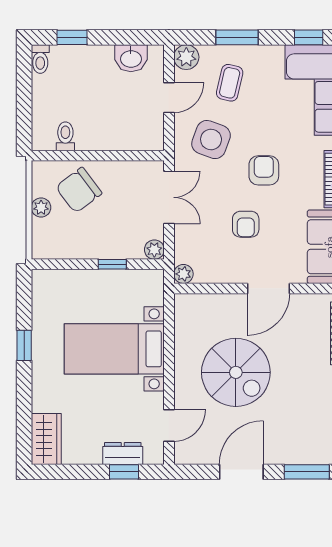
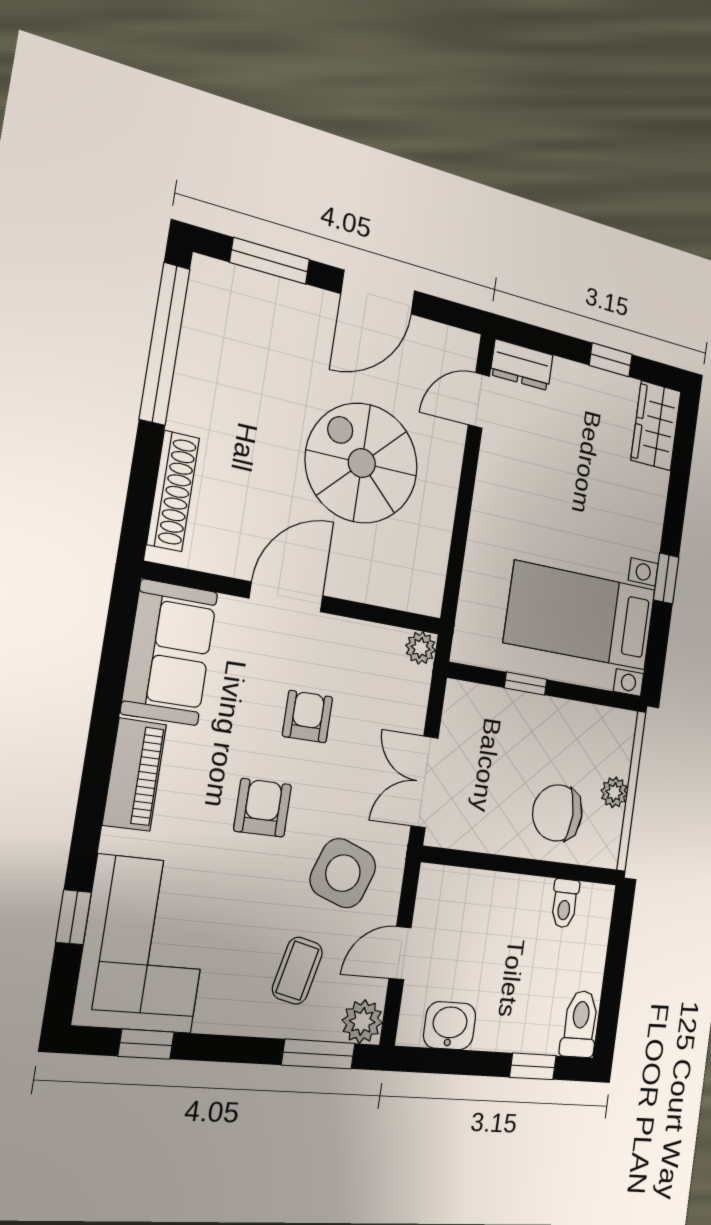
window: (237, 37) -> (318, 1054), moved
toilet: (40, 59) -> (580, 1024), width x1.37, depth x1.39
armchair: (264, 170) -> (263, 808), turned 180
chair: (79, 190) -> (557, 813), turned -143
plant: (154, 250) -> (460, 697), removed
bed with nightstands: (114, 349) -> (581, 616), moved, turned 180
dresser: (123, 454) -> (522, 365), moved
window: (124, 472) -> (611, 360), moved

